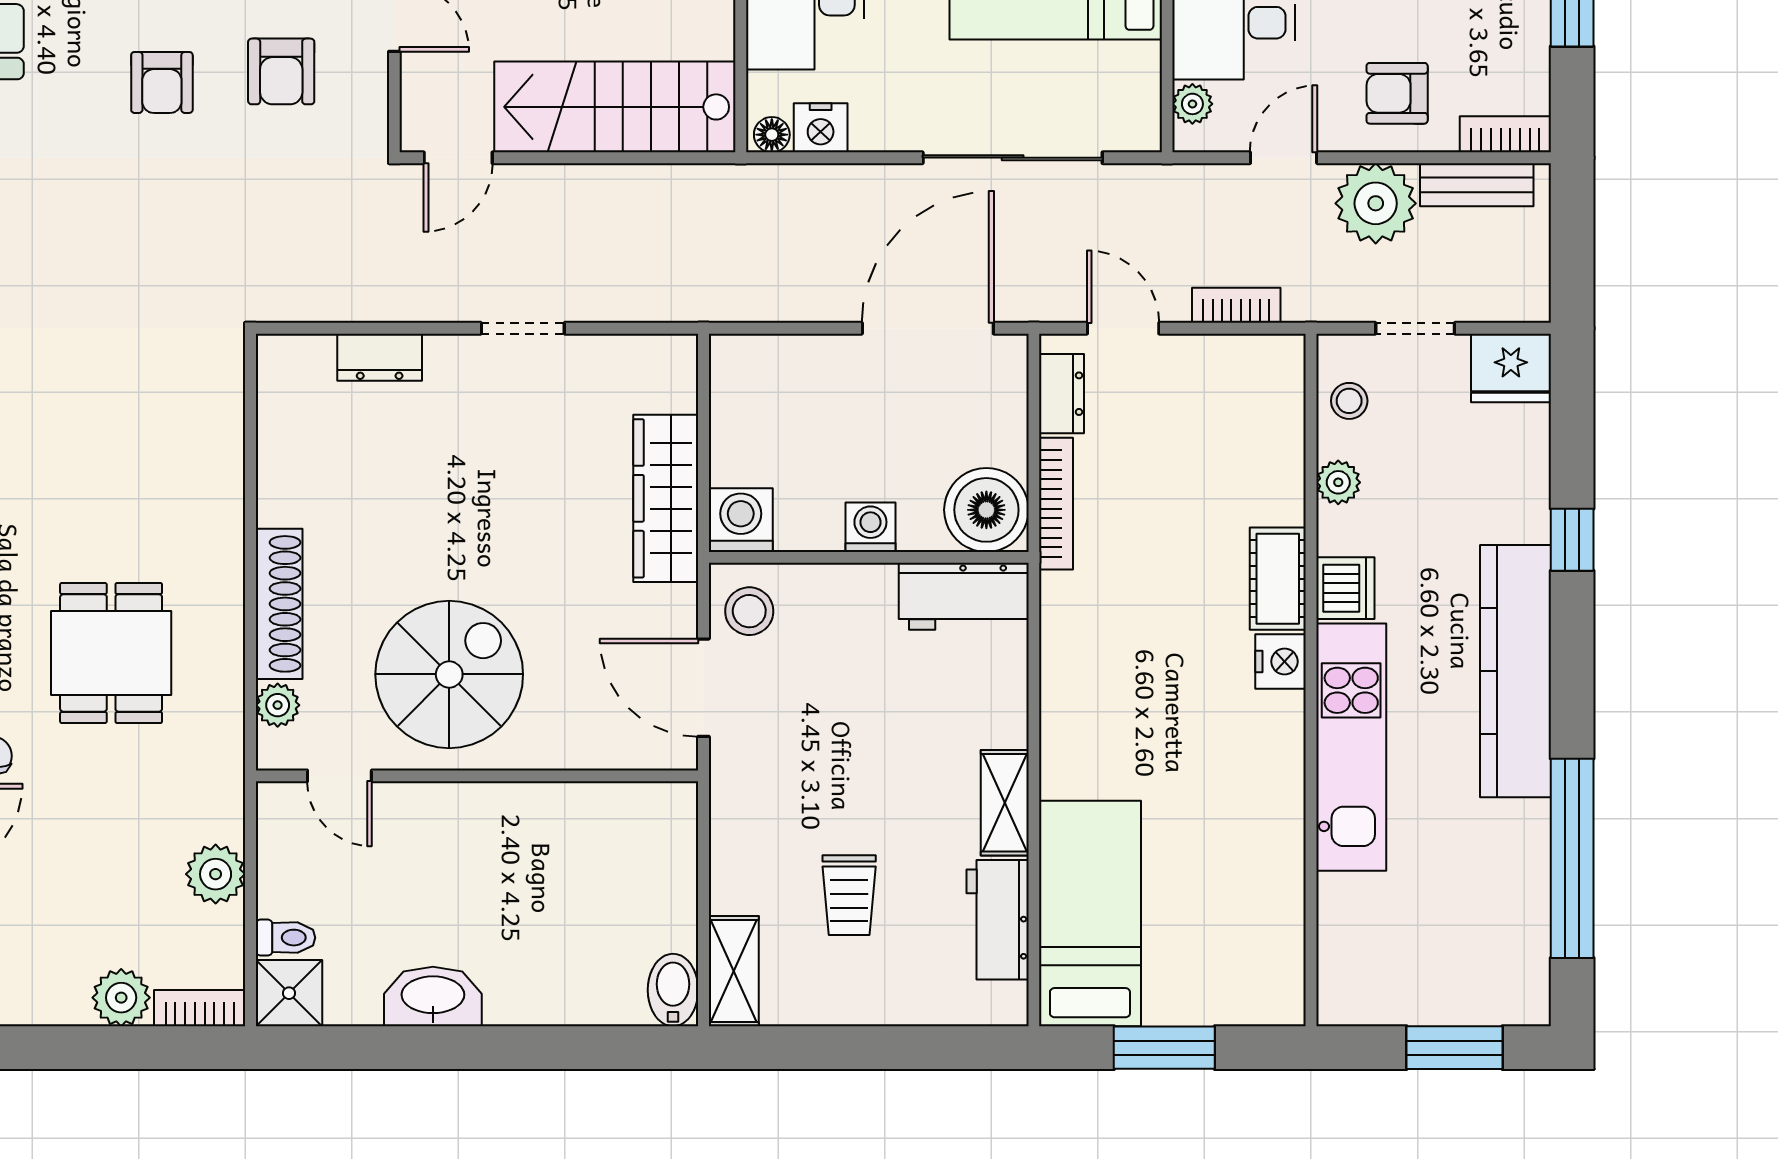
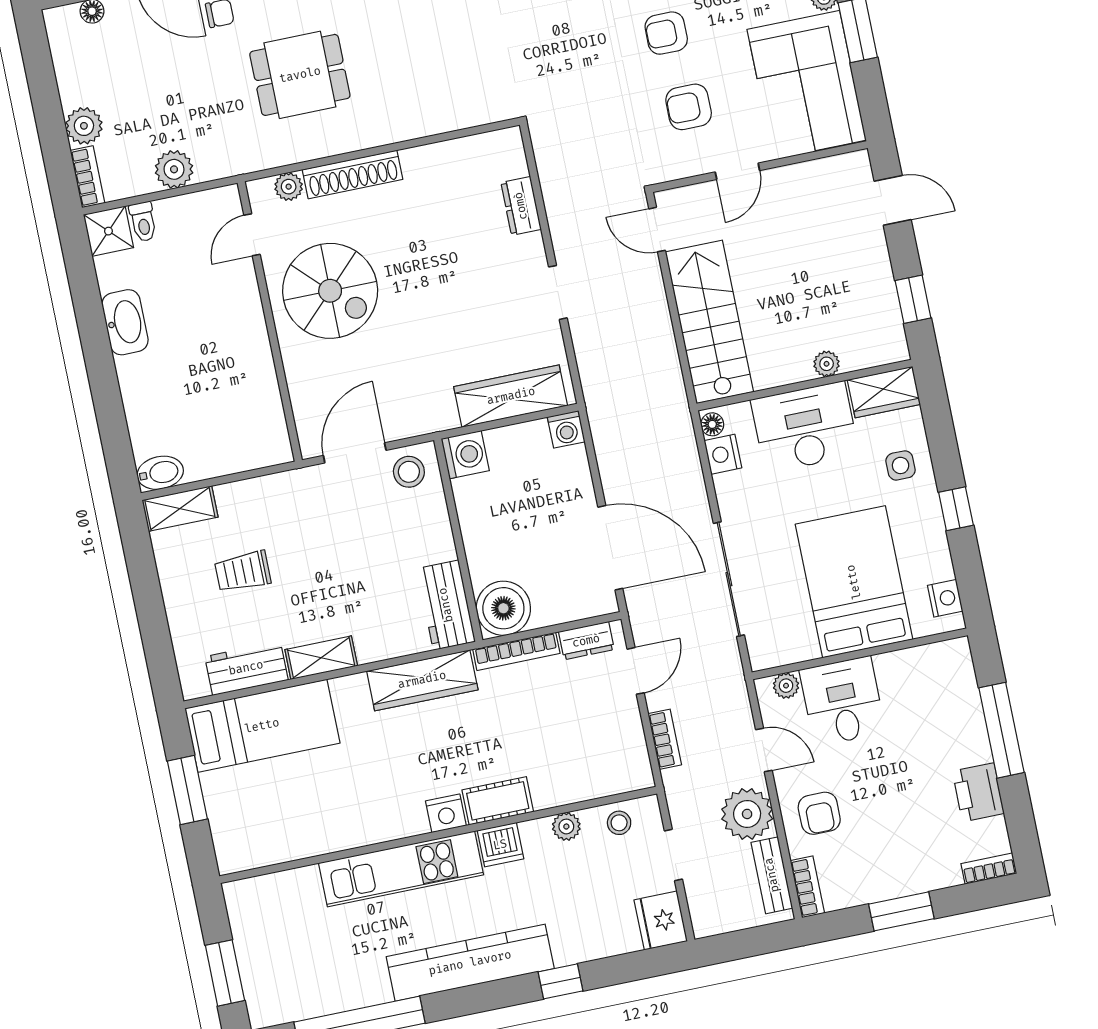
armchair: (1397, 93) -> (819, 813), turned 180
wardrobe: (666, 498) -> (511, 396), moved
washing machine: (870, 527) -> (566, 429), moved, turned 90
wardrobe: (1071, 656) -> (422, 680), added

